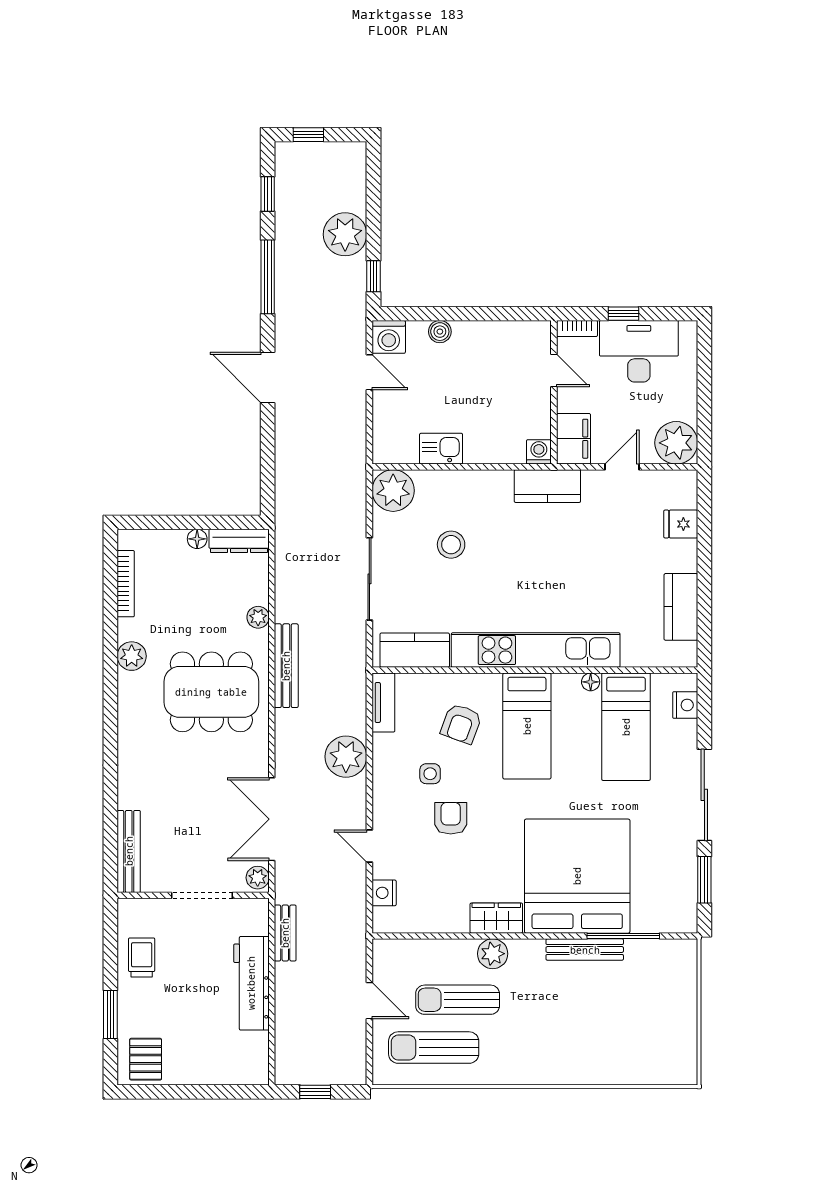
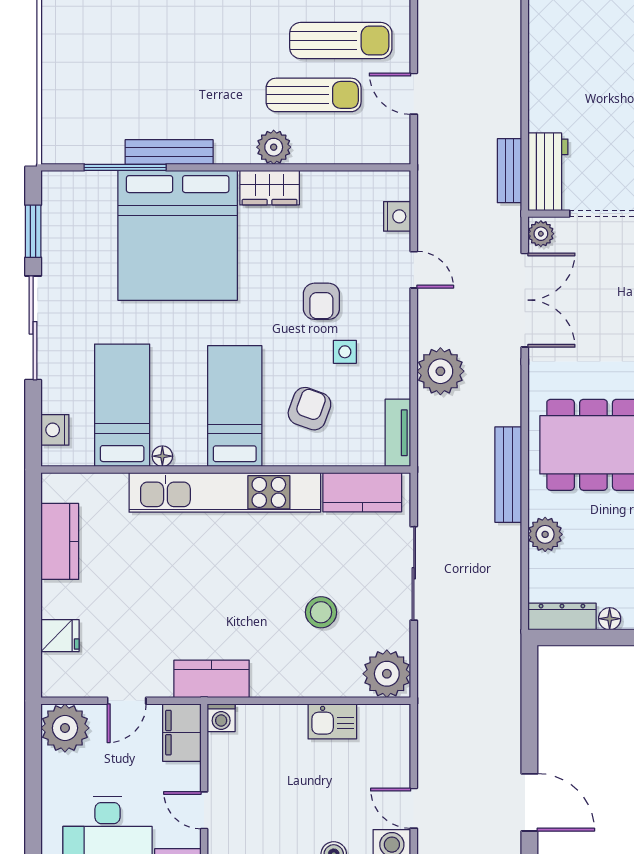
plant: (258, 617) -> (545, 534), width x1.38, depth x1.38
workbench: (251, 983) -> (548, 172), moved, width x0.73

